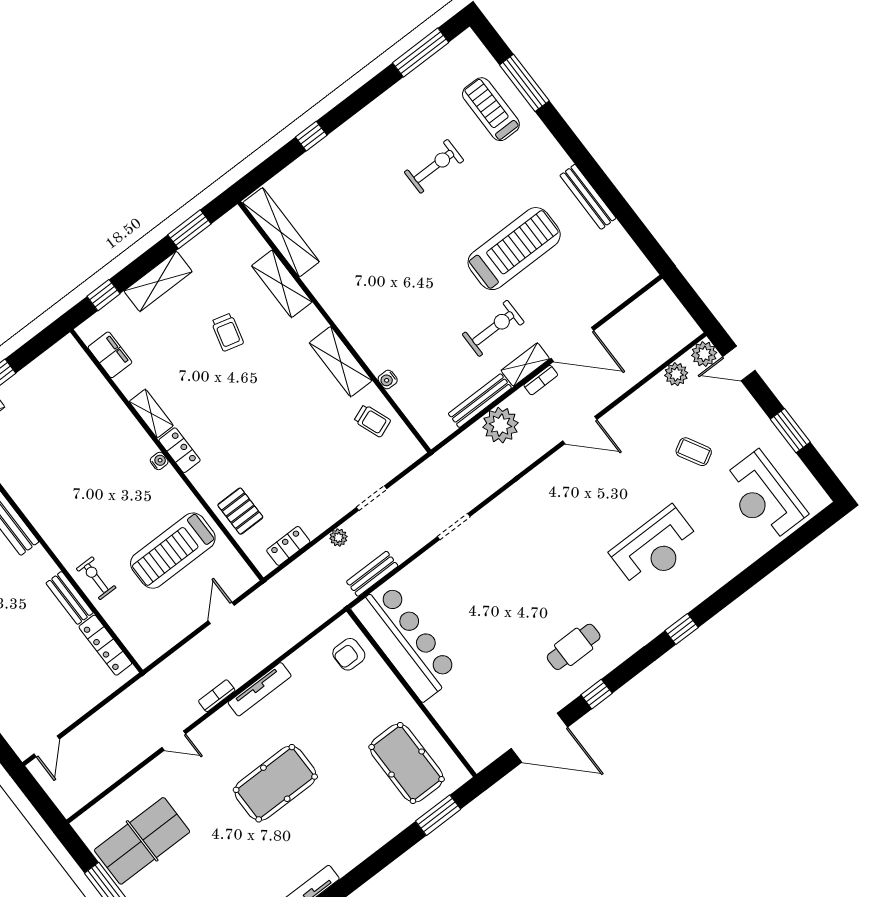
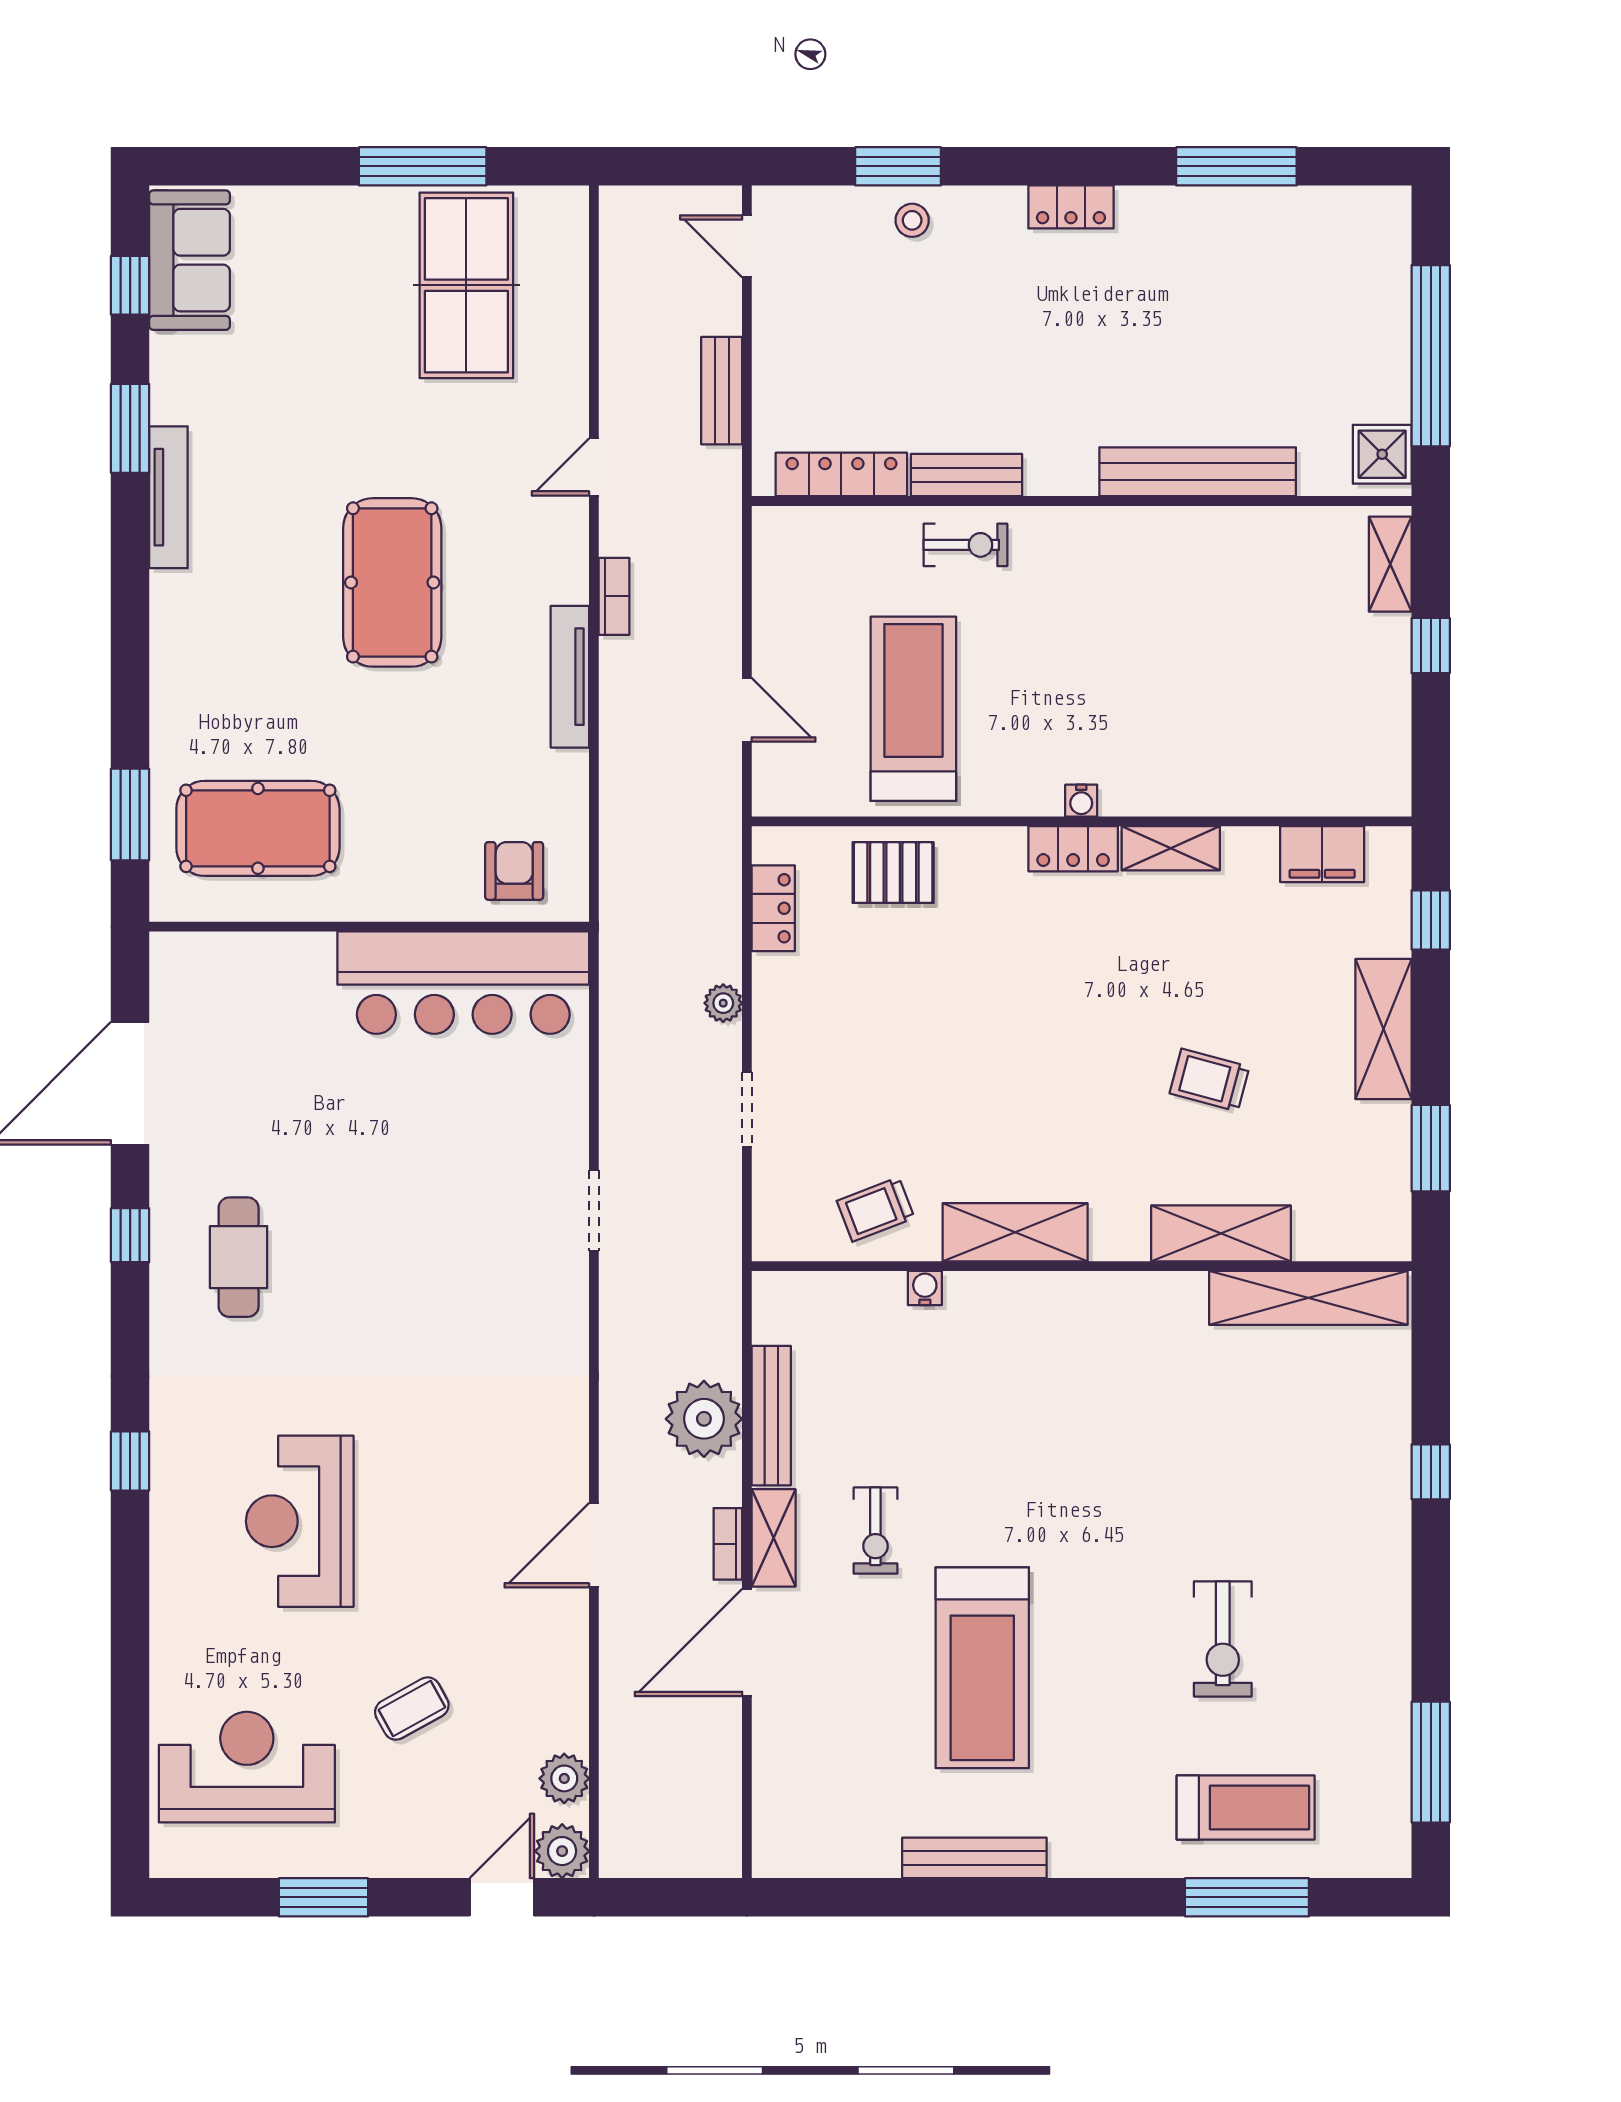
exercise bike: (493, 328) -> (875, 1531), width x0.73, depth x0.72
bench: (372, 574) -> (722, 391), moved

